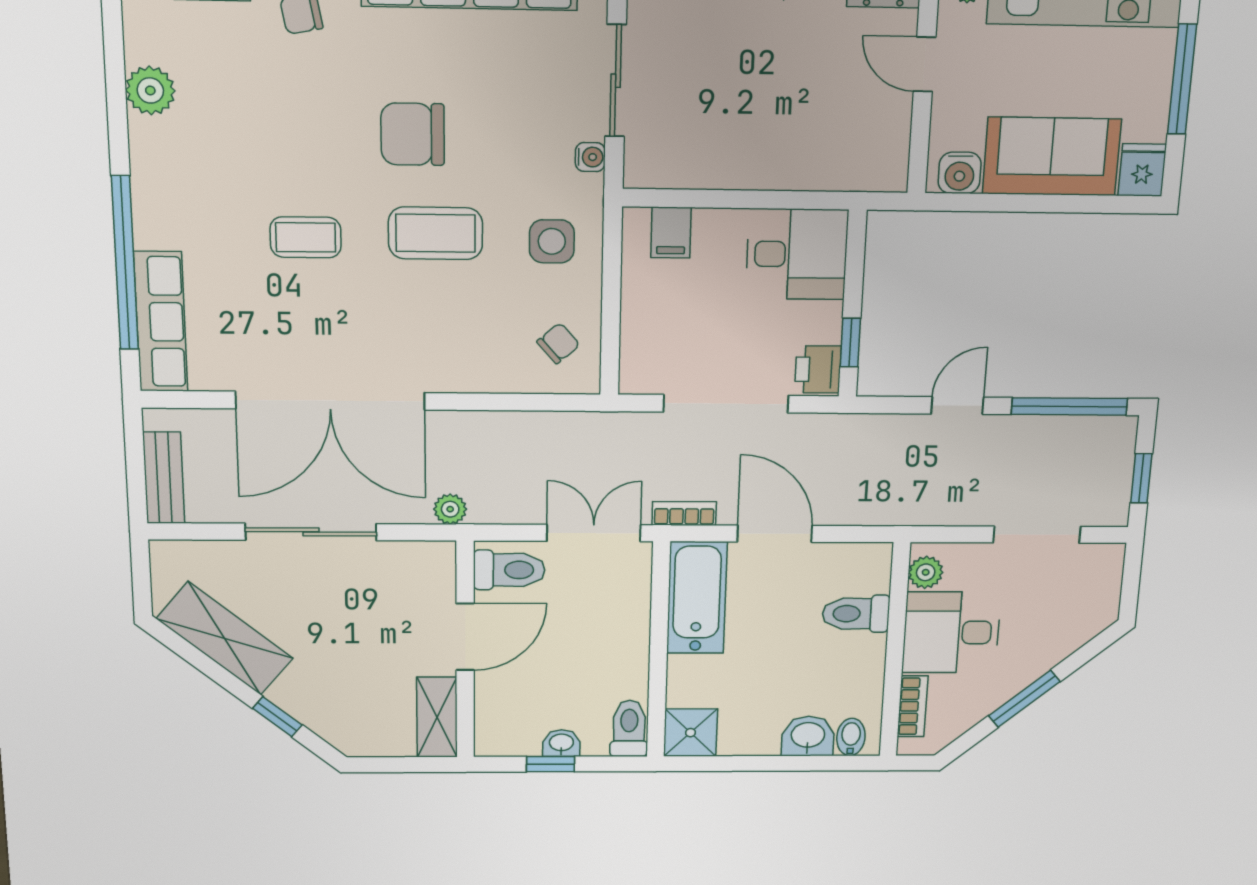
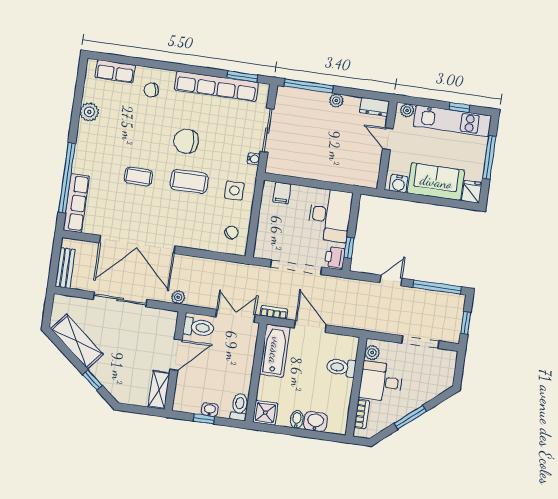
desk: (797, 254) -> (330, 215), width x1.37
bidet: (851, 737) -> (297, 419), moved

